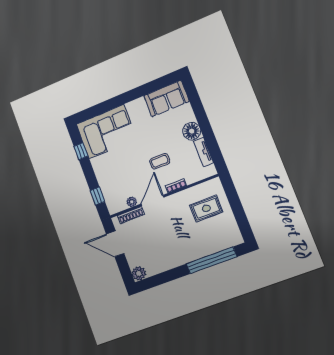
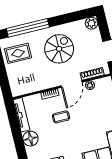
tv unit: (204, 152) -> (22, 115), width x1.41
rug: (206, 208) -> (18, 53), moved
spiral stairs: (172, 240) -> (59, 49), added

